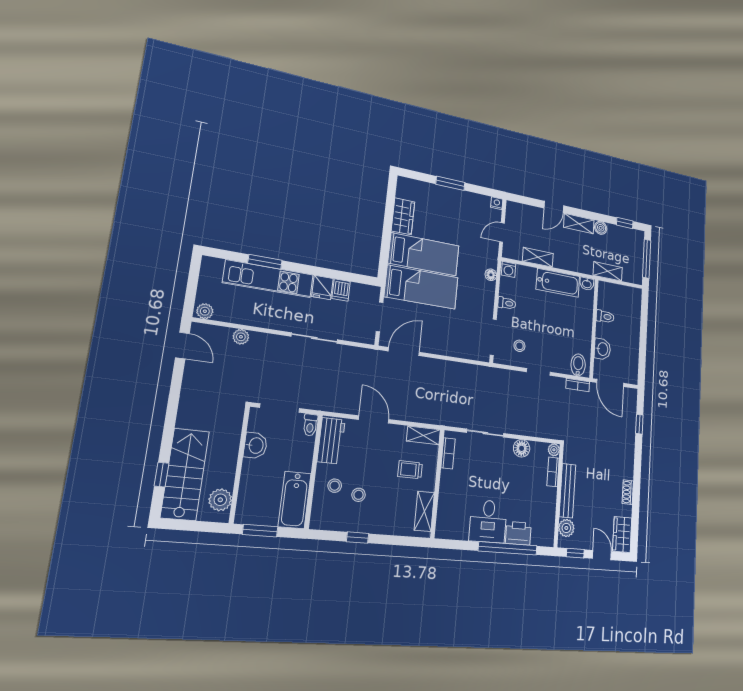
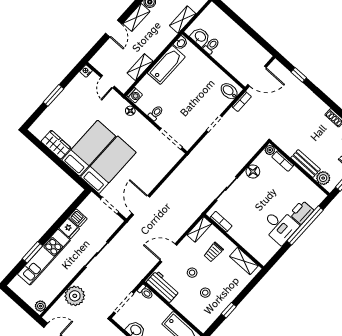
plant: (241, 337) -> (75, 296), width x1.88, depth x1.88
stool: (519, 346) -> (189, 125), removed
washbasin: (602, 349) -> (200, 37), moved
stool: (335, 486) -> (192, 273), moved
bench: (567, 491) -> (306, 164), width x0.73

